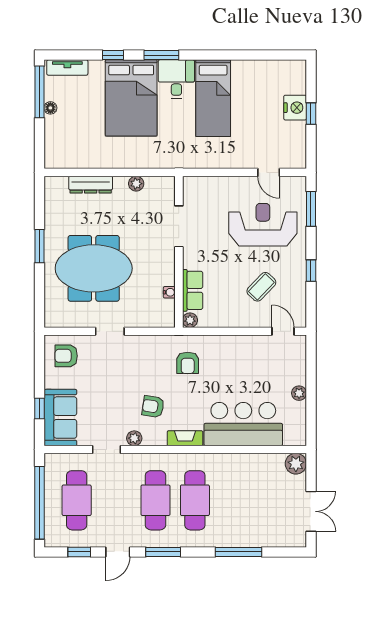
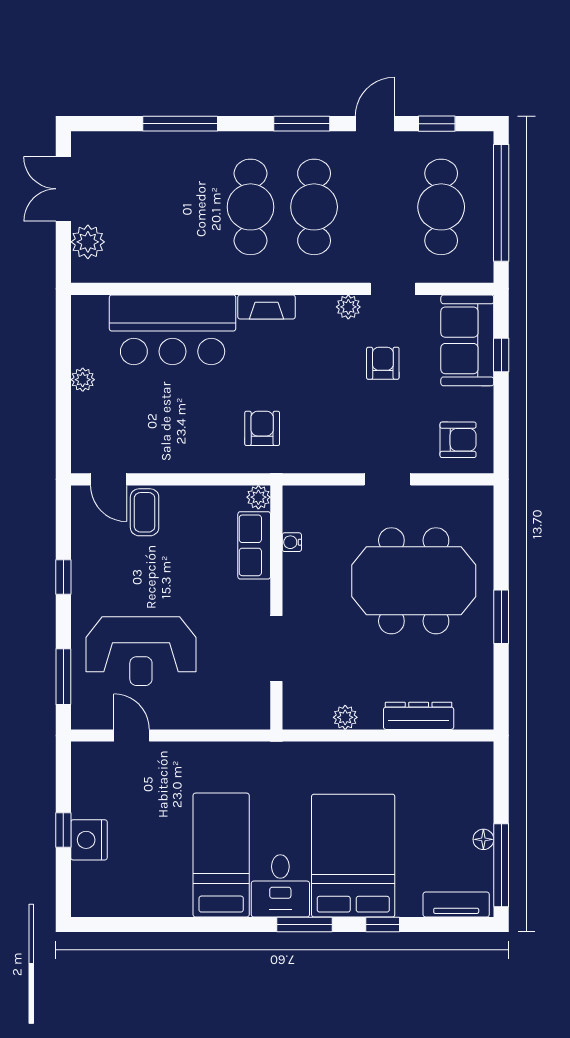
coffee table: (261, 287) -> (145, 512), moved, turned -44
armchair: (153, 407) -> (383, 363), moved, turned -99
plant: (296, 464) -> (88, 242), moved

